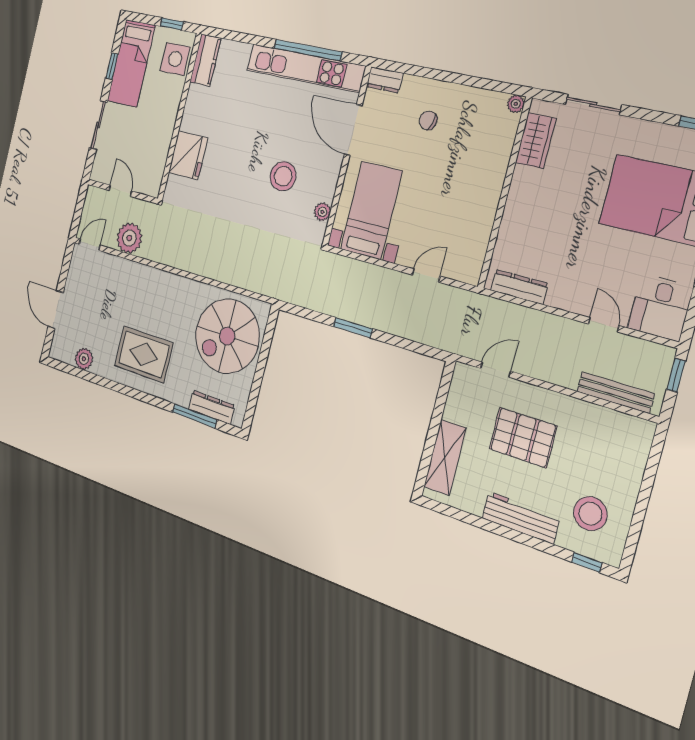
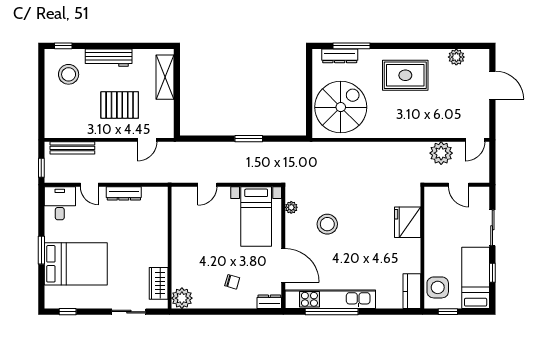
plant: (516, 104) -> (182, 298), width x1.88, depth x1.88
dresser: (519, 287) -> (124, 193), moved

